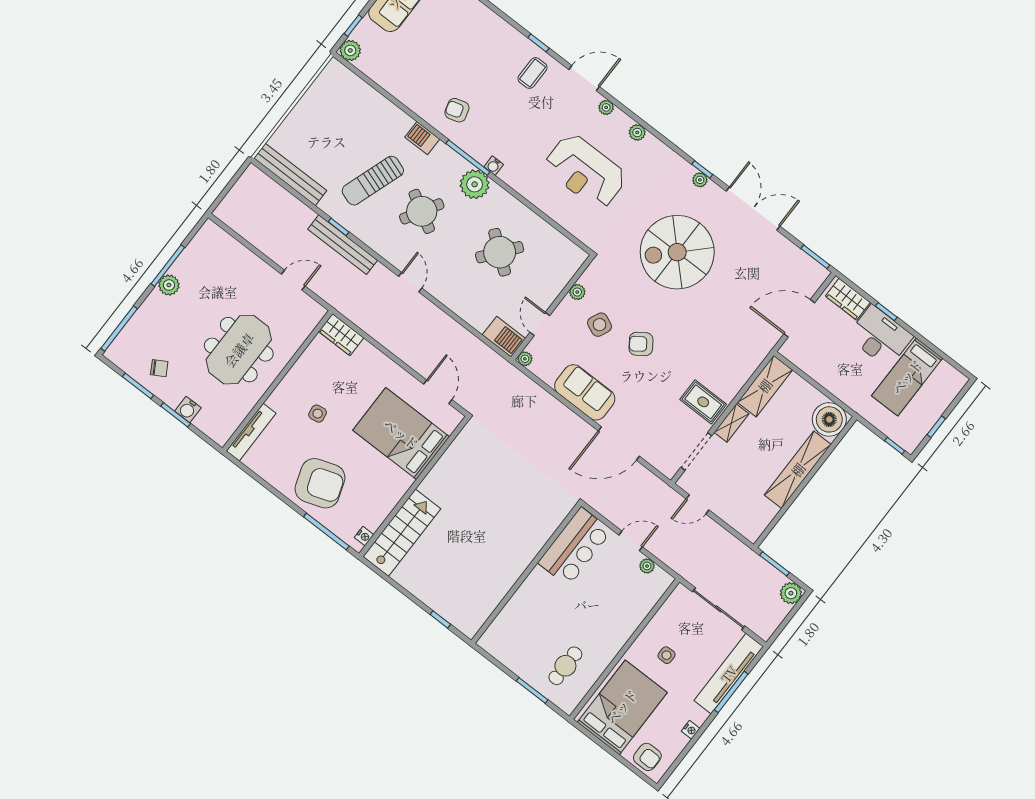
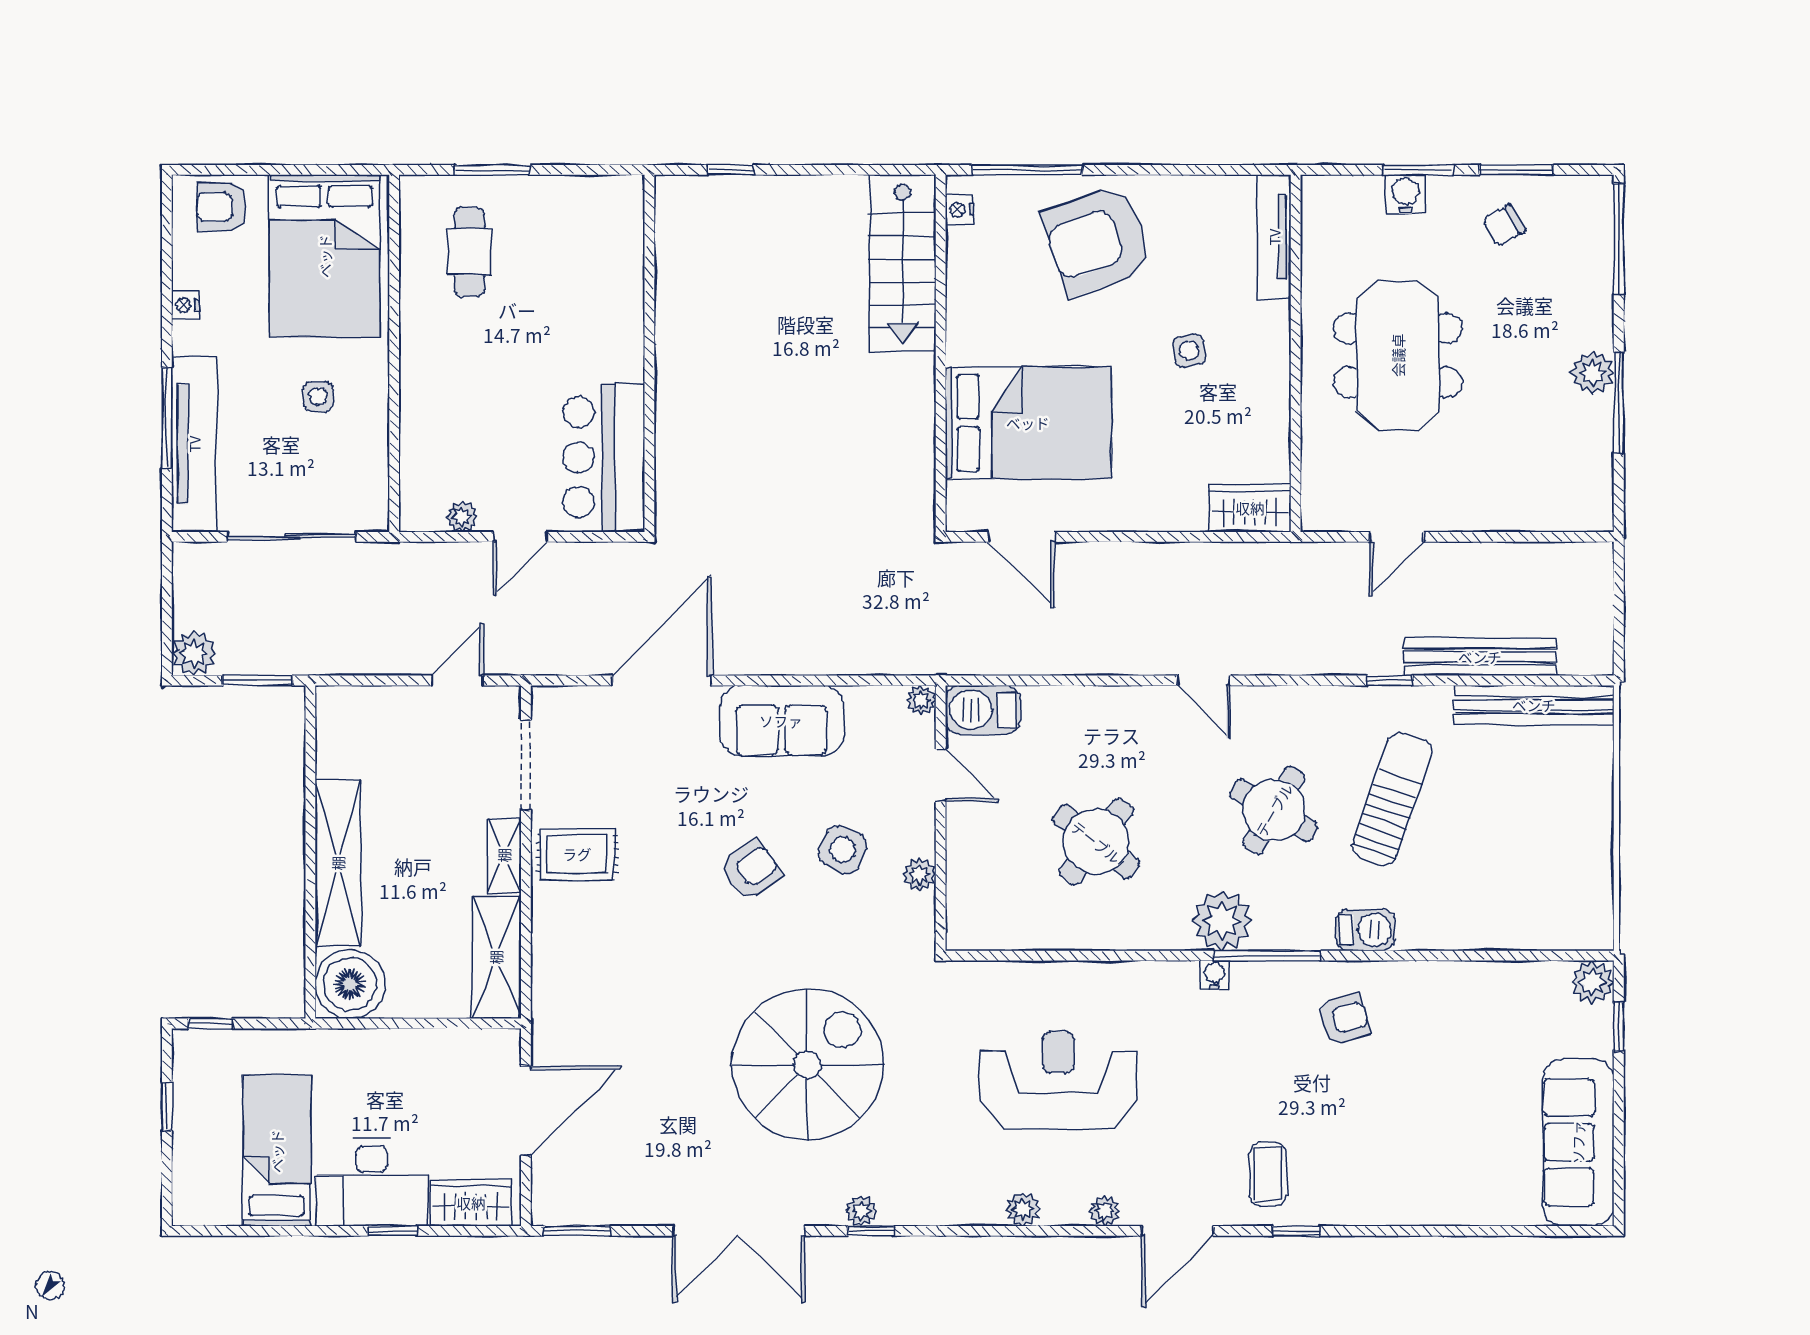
bench: (343, 245) -> (1480, 657), moved

